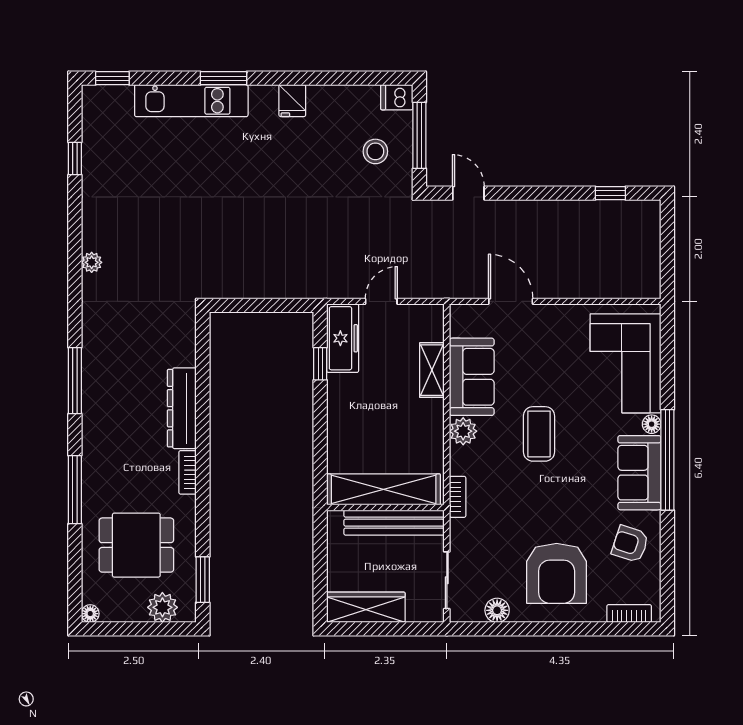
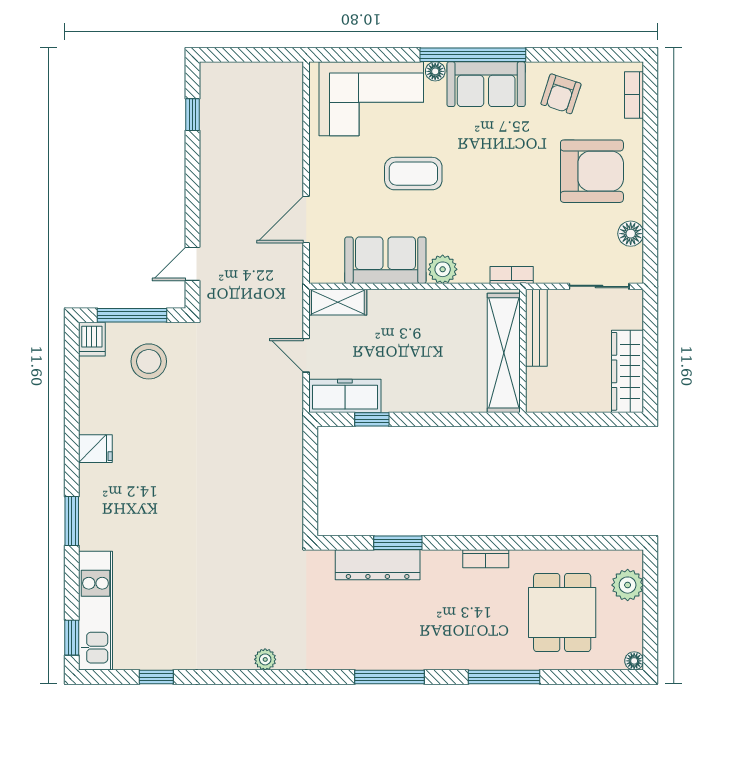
kitchen unit: (191, 101) -> (95, 611), moved
stool: (375, 151) -> (149, 361), width x1.38, depth x1.38
shelving: (432, 370) -> (338, 302), moved
dresser: (182, 408) -> (378, 565), moved
coffee table: (539, 434) -> (413, 174), moved
bench: (394, 523) -> (536, 328), width x0.73, depth x0.82
window: (203, 580) -> (398, 543), moved

